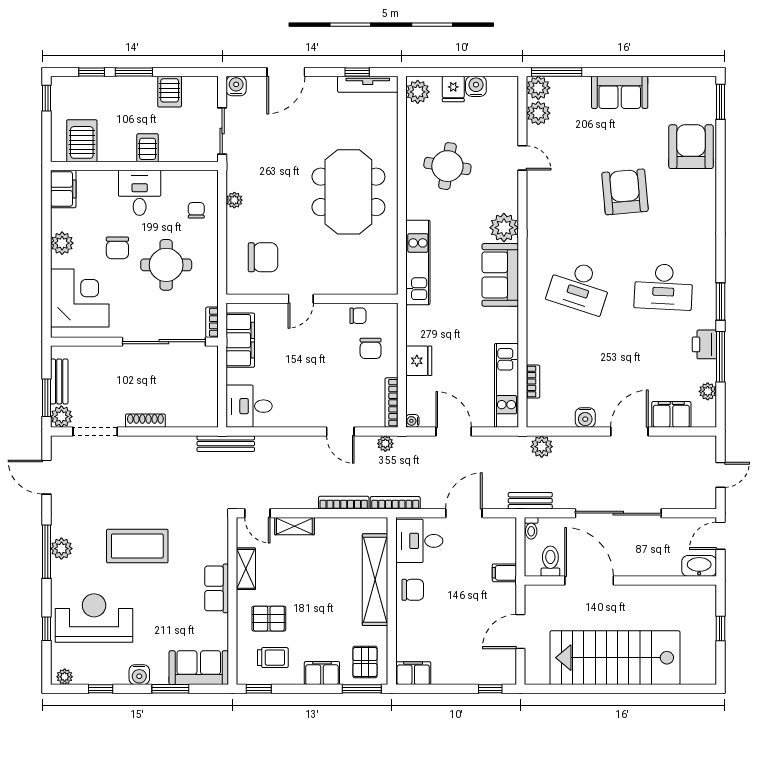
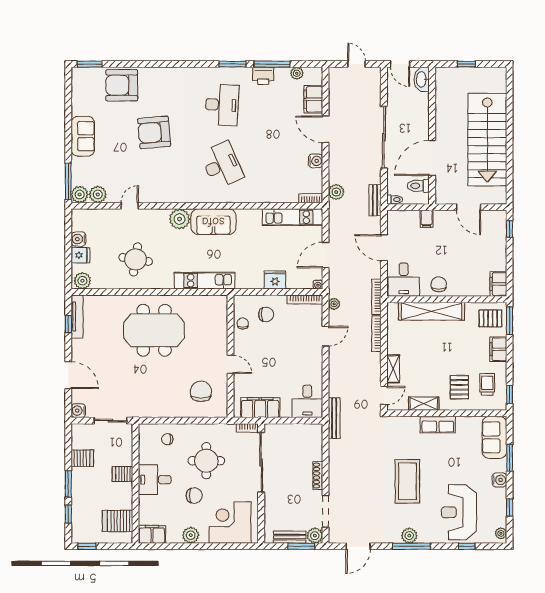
plant: (234, 200) -> (160, 412), removed
desk: (579, 287) -> (222, 165), turned -42
bookcase: (533, 382) -> (311, 198), moved

